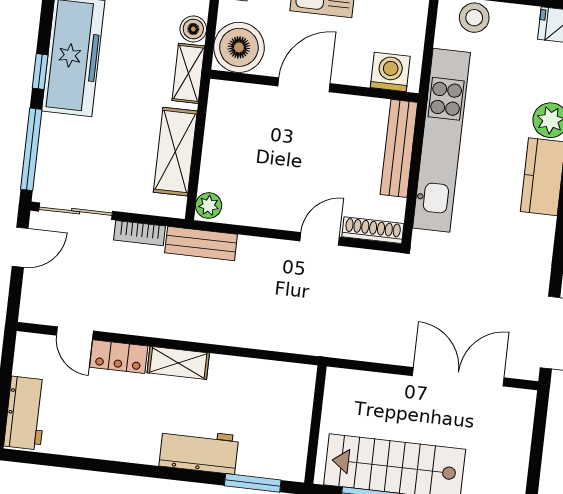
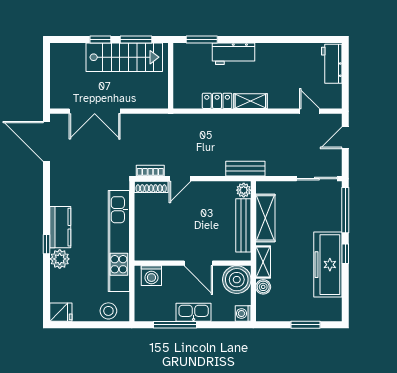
door: (304, 85) -> (198, 263), hinge flipped
bench: (399, 148) -> (243, 225), moved
bookcase: (139, 233) -> (150, 171), moved
door: (20, 247) -> (345, 138), moved
locker: (119, 357) -> (217, 101), moved

